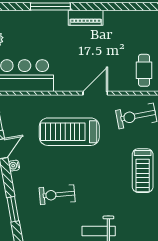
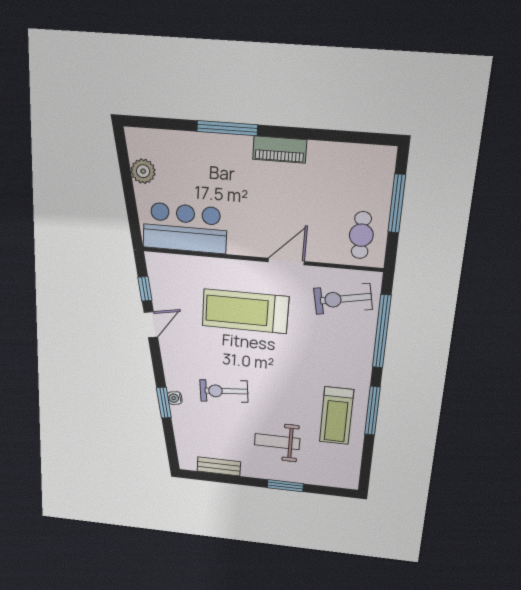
water cooler: (14, 166) -> (175, 398), moved
treadmill: (143, 171) -> (337, 416), moved

